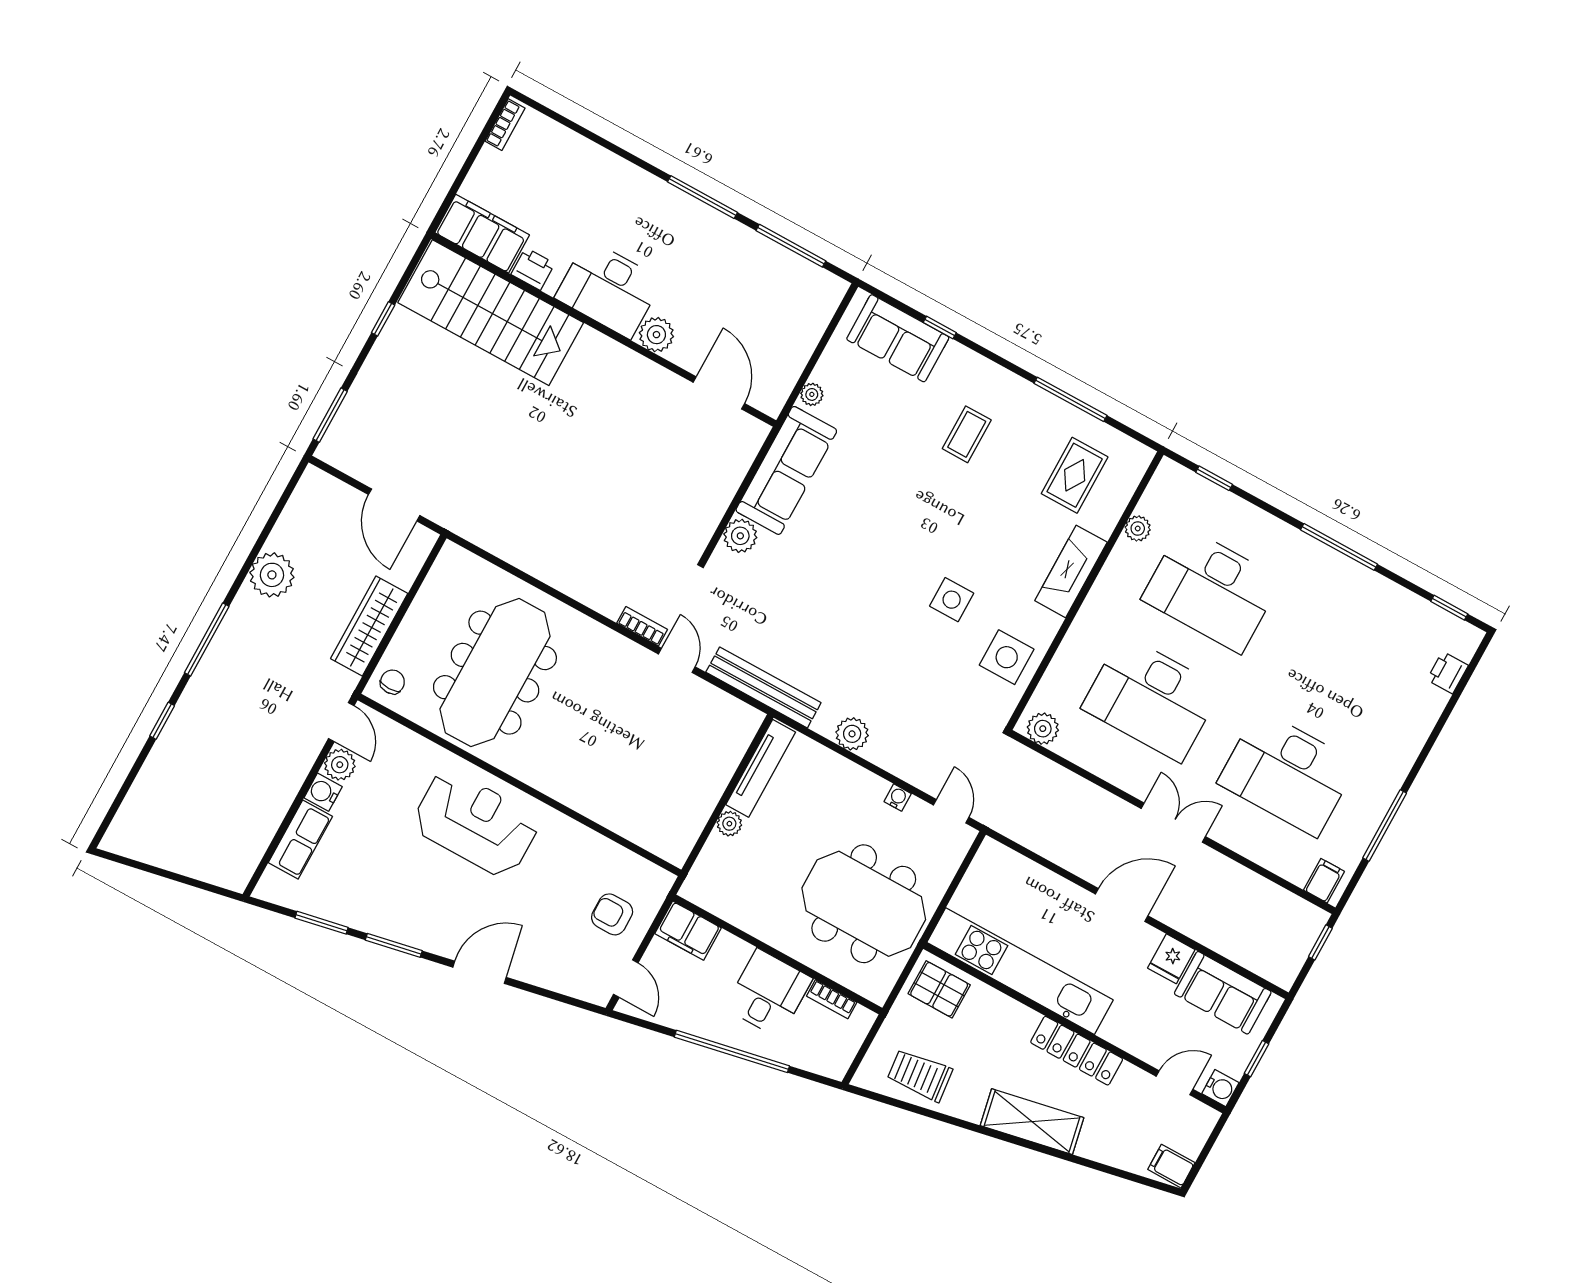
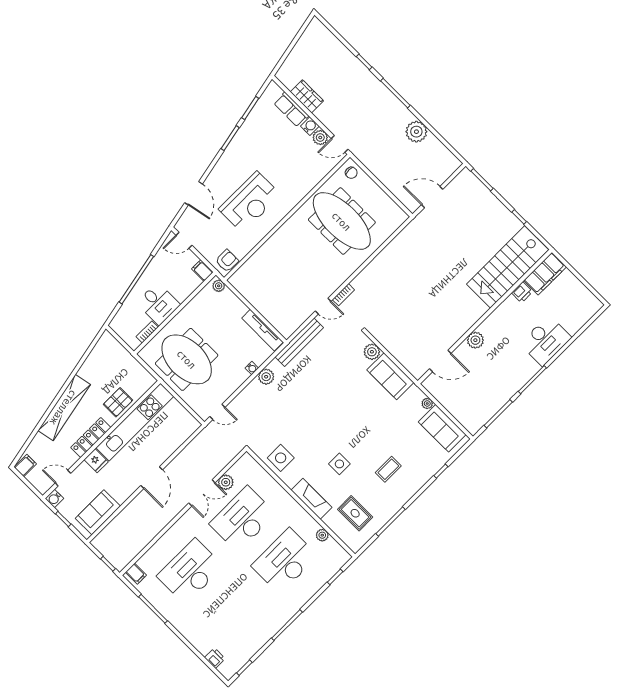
bookcase: (505, 125) -> (592, 299), removed
desk: (609, 289) -> (546, 341), moved, turned 180
sofa: (898, 338) -> (442, 428), moved, turned -90
coffee table: (967, 434) -> (388, 469), turned 90
sofa: (786, 470) -> (390, 376), width x0.73
side table: (952, 600) -> (339, 464), moved
wardrobe: (369, 626) -> (307, 96), moved, width x0.67
plant: (1043, 729) -> (226, 482), moved
water cooler: (898, 798) -> (252, 368), moved
reception desk: (476, 823) -> (250, 202), moved
double door: (1173, 823) -> (202, 493), moved
plant: (729, 824) -> (219, 286), moved
meeting table: (864, 904) -> (187, 359), turned 90
armchair: (612, 914) -> (227, 261), moved
filing cabinet: (688, 931) -> (202, 271), width x0.50
fridge: (1171, 959) -> (96, 461), moved, turned 180
door: (479, 972) -> (193, 193), moved
pallet: (939, 989) -> (118, 402), moved
trolley: (920, 1075) -> (101, 362), removed
door: (1175, 1083) -> (63, 478), swing flipped
shelving: (1032, 1122) -> (64, 408), width x1.47

